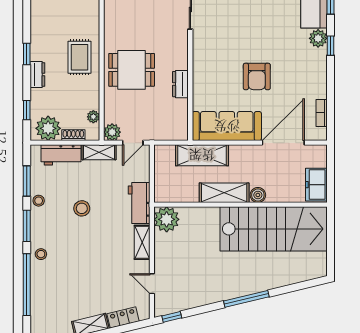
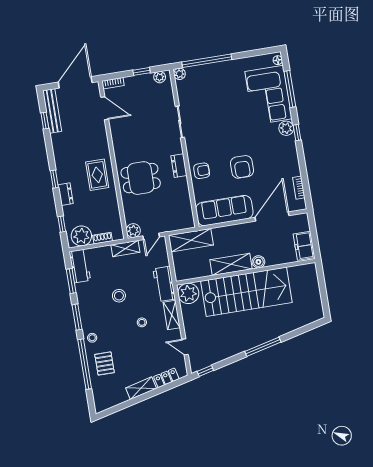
armchair: (207, 73) -> (202, 171), added
dresser: (180, 84) -> (179, 166), moved
plant: (93, 117) -> (116, 221), removed
workbench: (61, 155) -> (80, 266), moved, turned -90
shelving: (202, 155) -> (191, 240), moved
stool: (39, 201) -> (142, 322), moved
stairs: (274, 229) -> (246, 292), moved
pallet: (51, 288) -> (105, 363), added

